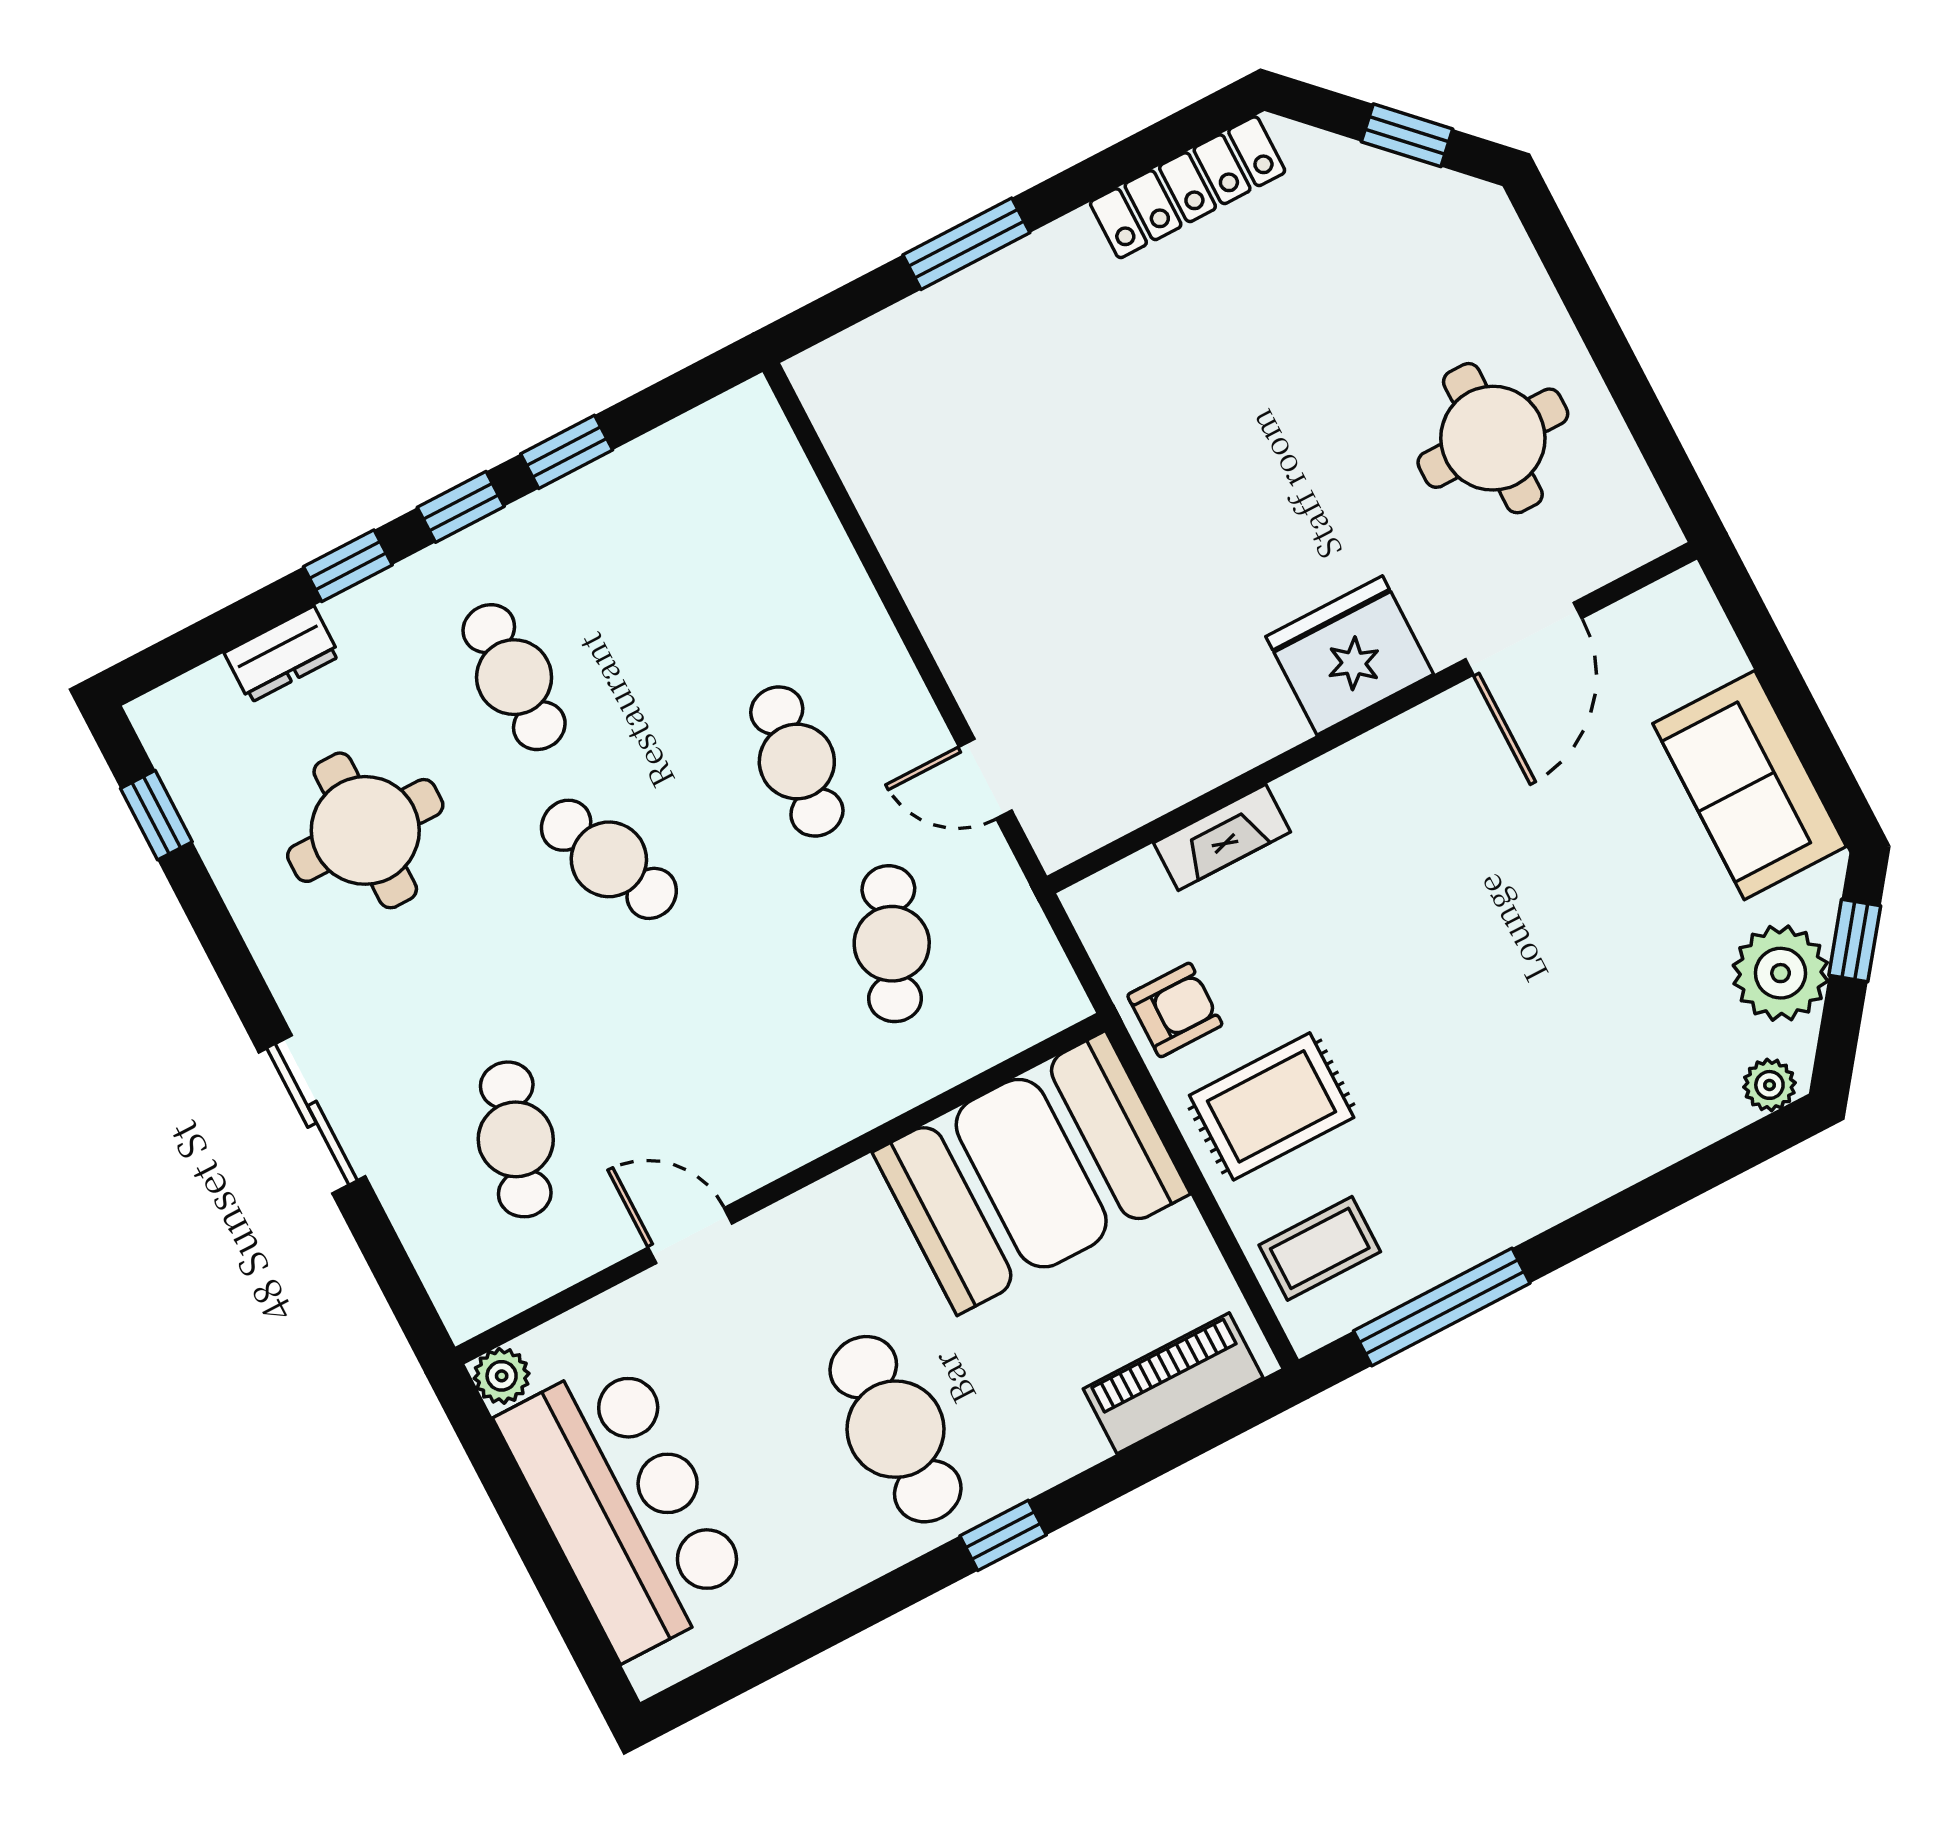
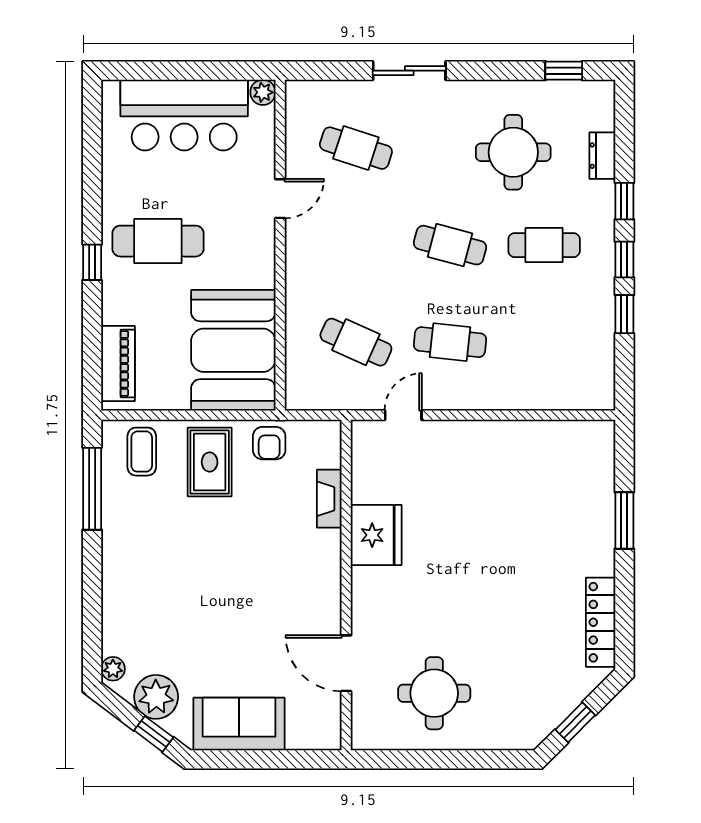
fridge: (1350, 655) -> (376, 535), moved
cafe table: (609, 859) -> (450, 245), turned 39

